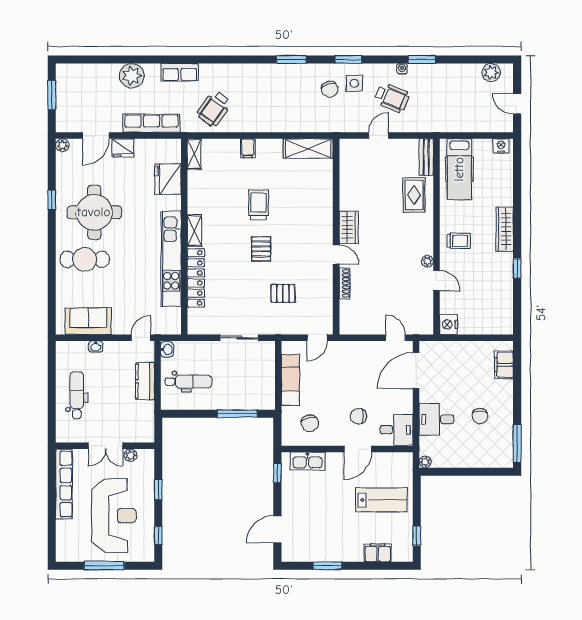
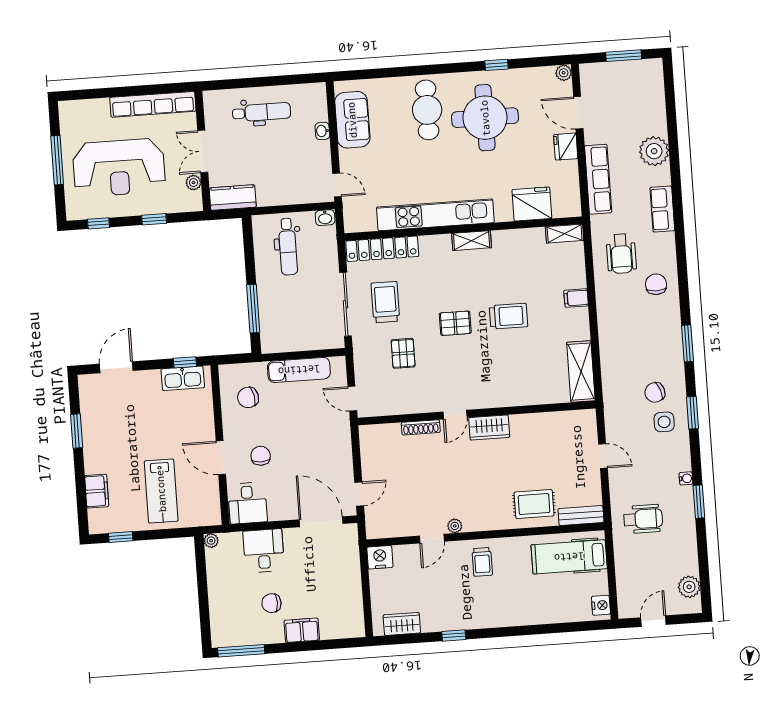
chair: (241, 82) -> (656, 284), added
wheelchair: (392, 98) -> (643, 519), moved, turned -112
wheelchair: (214, 109) -> (621, 254), turned -126
wardrobe: (505, 229) -> (402, 624), moved, width x0.67
locker: (196, 278) -> (382, 249), moved
trolley: (240, 305) -> (385, 302), added
sliding door: (239, 338) -> (346, 304), width x1.37
filing cabinet: (504, 365) -> (302, 630), moved
kitchen counter: (145, 381) -> (233, 198), moved
kitchen sink: (307, 461) -> (183, 378), moved, turned -90
door: (277, 529) -> (116, 367), hinge flipped

